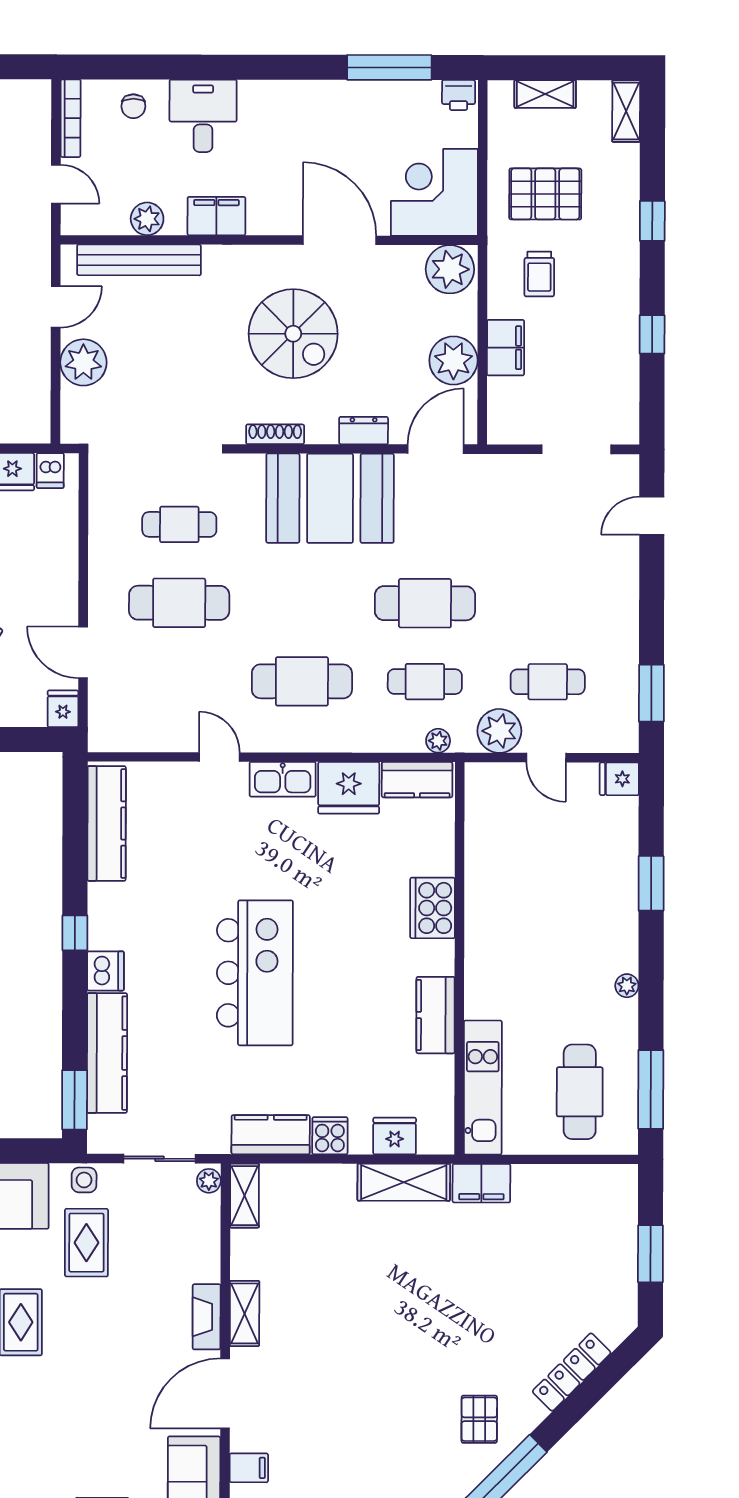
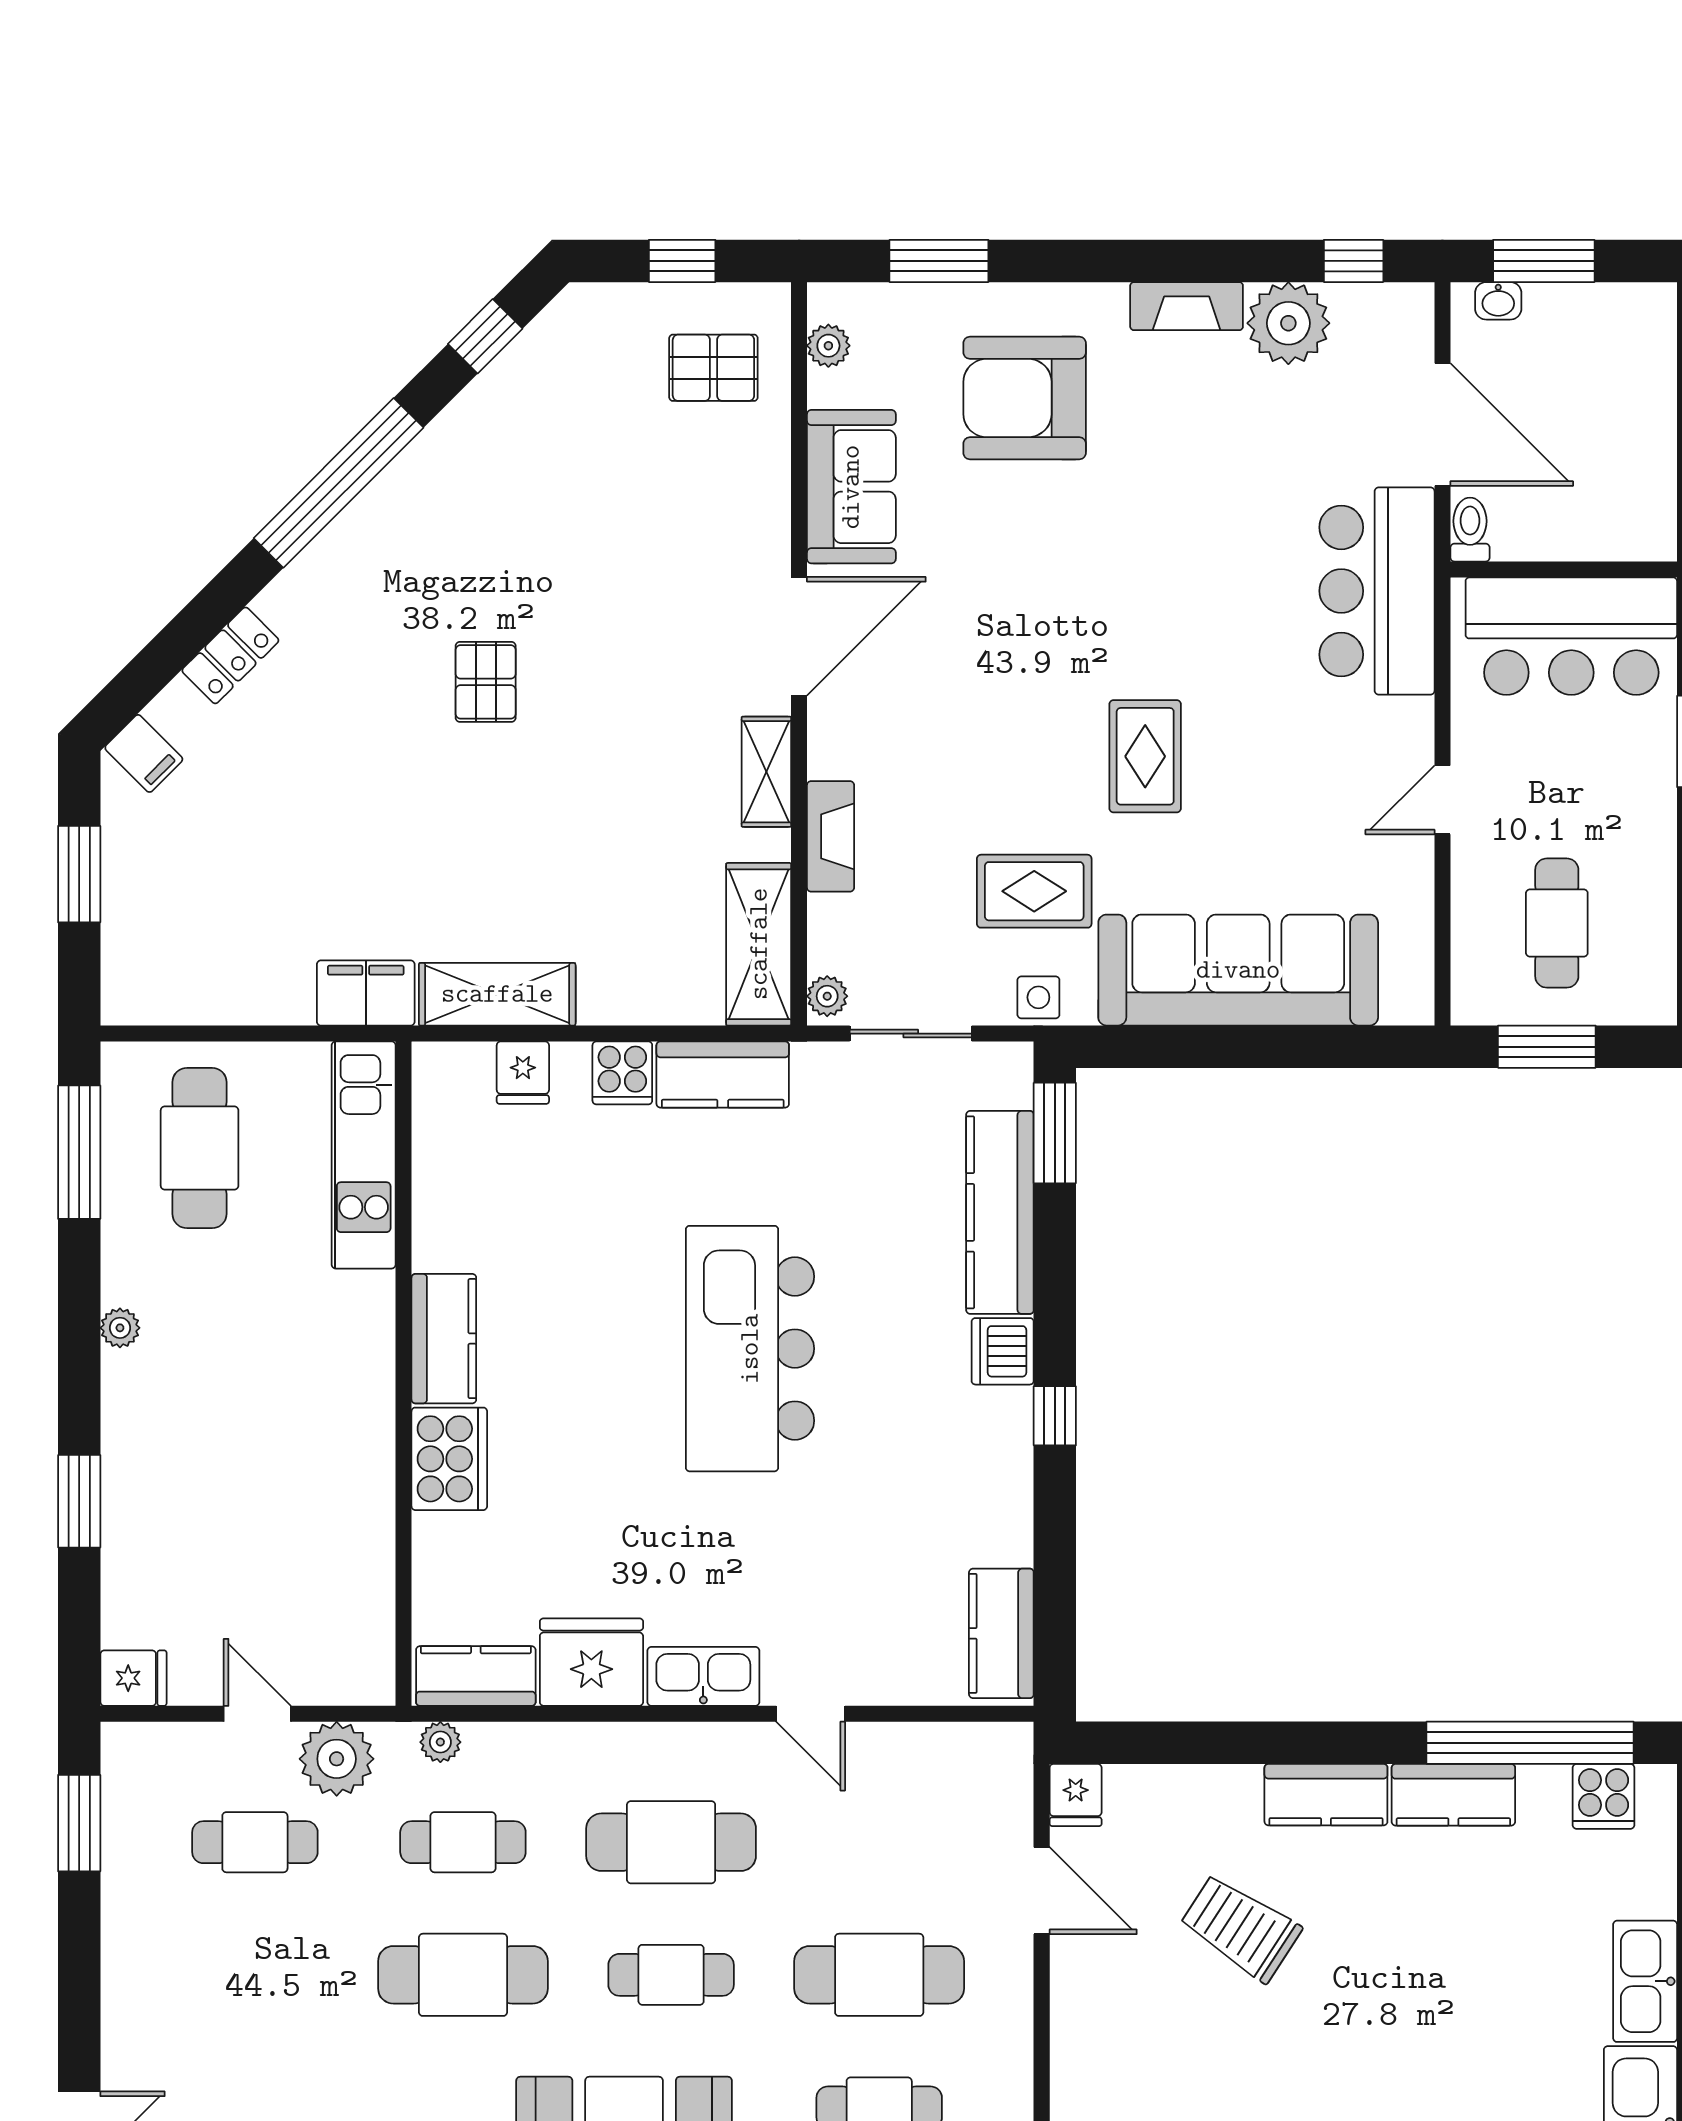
cafe table: (302, 603) -> (671, 1975), added
kitchen counter: (107, 823) -> (1001, 1633), width x0.67
kitchen counter: (436, 1015) -> (444, 1339), moved
fridge: (395, 1136) -> (523, 1073), width x0.72
shelving: (245, 1196) -> (759, 944), width x1.50, depth x1.33
rug: (86, 1243) -> (1034, 891), turned 90
fireplace: (207, 1317) -> (831, 836), moved
locker: (572, 1372) -> (230, 655), width x0.66
pallet: (479, 1419) -> (486, 682), moved
filing cabinet: (249, 1468) -> (144, 753), moved, turned -135

